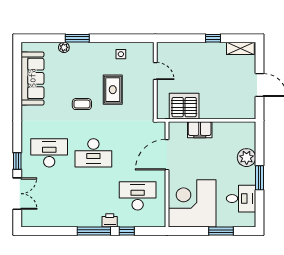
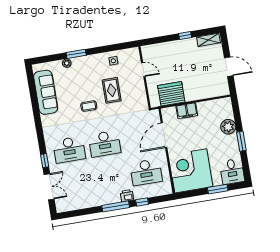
desk: (49, 153) -> (69, 150), turned 180
desk: (138, 196) -> (146, 172), turned 180
desk: (241, 199) -> (232, 171), moved, turned 90

